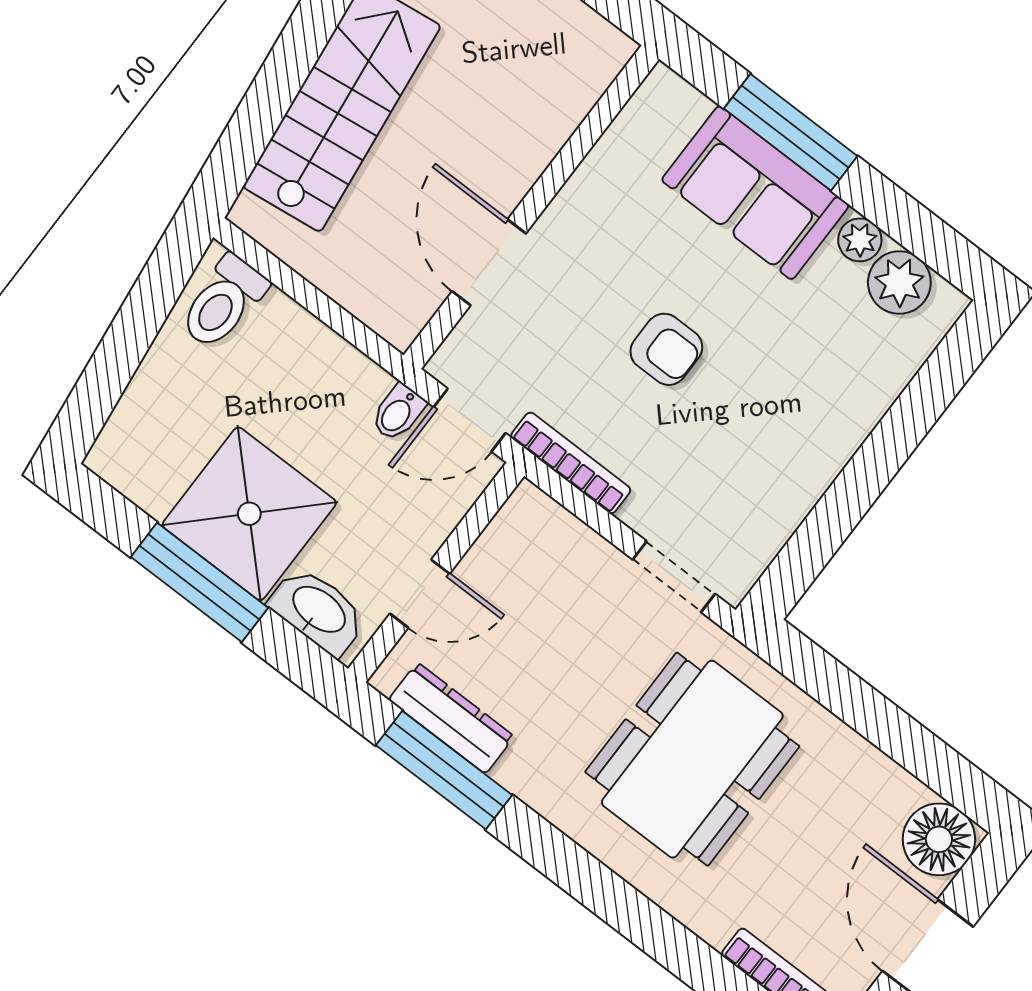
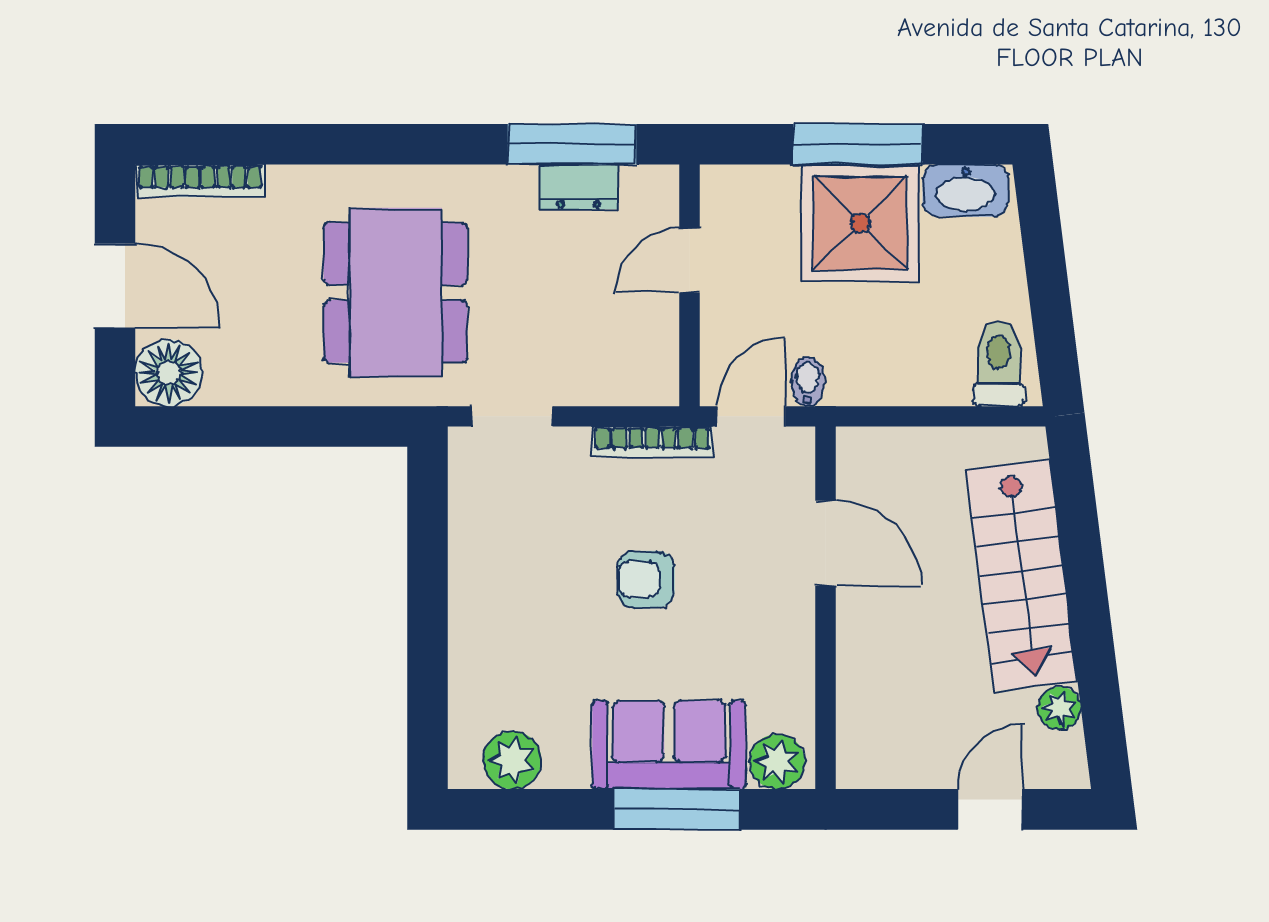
plant: (860, 240) -> (777, 762), moved, width x1.38, depth x1.38
washbasin: (318, 611) -> (965, 190), moved
dresser: (451, 718) -> (579, 187), width x0.70

